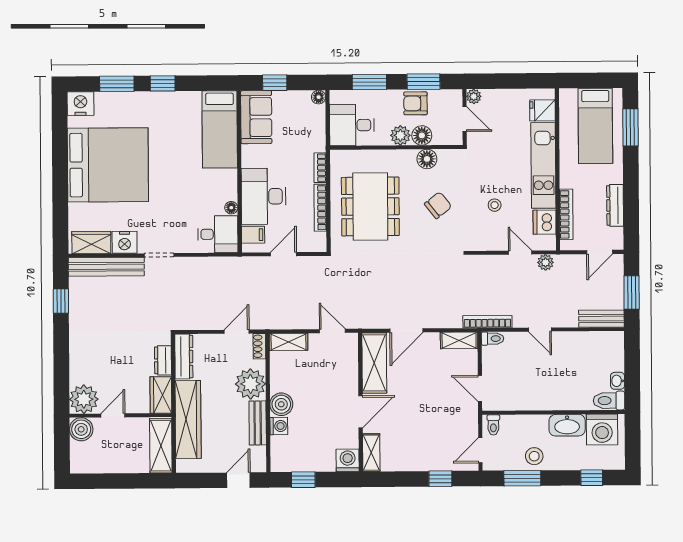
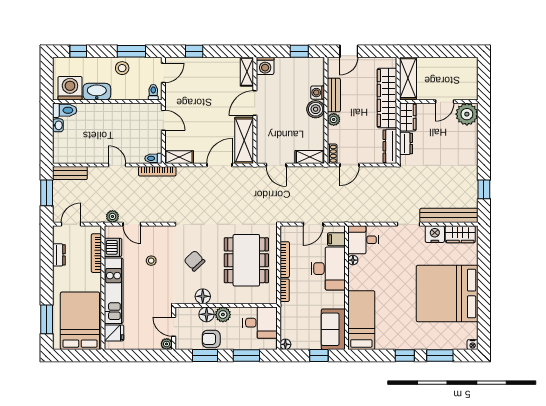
armchair: (415, 103) -> (211, 339), turned 180
nightstand: (80, 104) -> (473, 345), width x0.53, depth x0.56
bed: (595, 126) -> (80, 321), width x1.50
chair: (438, 205) -> (194, 261), turned 85
dresser: (615, 205) -> (59, 255), width x0.70
plant: (250, 384) -> (334, 119), width x0.53, depth x0.53
boiler: (81, 429) -> (469, 91), removed

